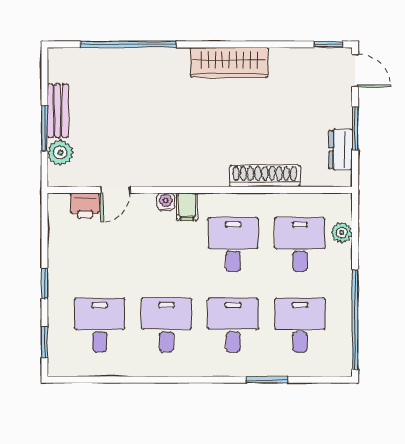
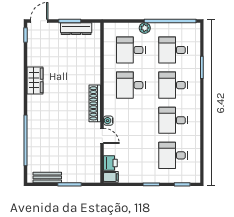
wardrobe: (229, 62) -> (35, 80), width x0.67
bench: (58, 111) -> (47, 177), moved
dresser: (341, 150) -> (76, 29), width x1.44
plant: (60, 153) -> (82, 176), removed
shoe rack: (265, 176) -> (95, 103), moved
door: (116, 190) -> (102, 136), moved
filing cabinet: (187, 207) -> (111, 177), moved
plant: (342, 232) -> (145, 28), moved

